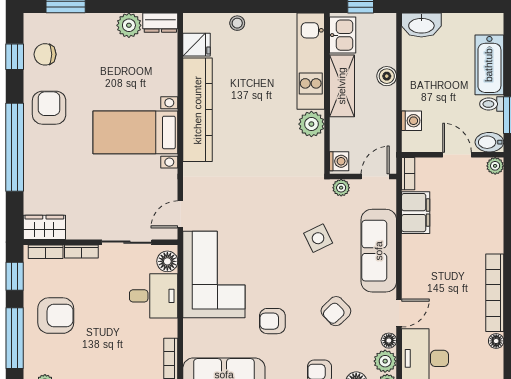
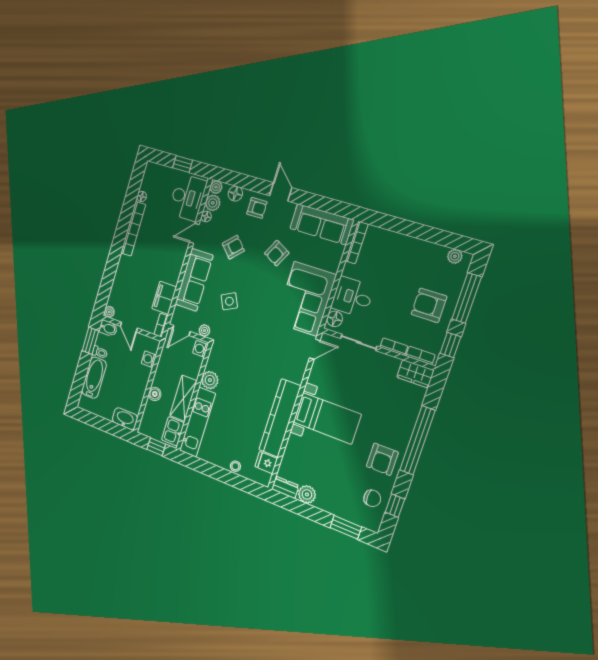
armchair: (272, 321) -> (277, 253), turned 118

